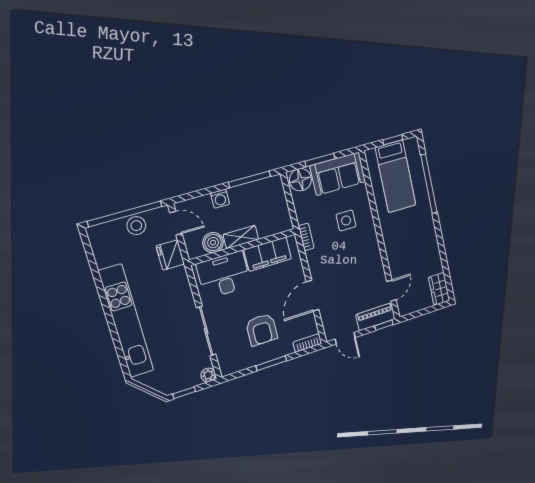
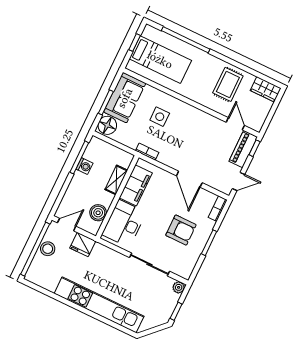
washing machine: (220, 199) -> (85, 166), moved
shelving: (241, 237) -> (116, 180), moved
rug: (419, 254) -> (228, 84), added

